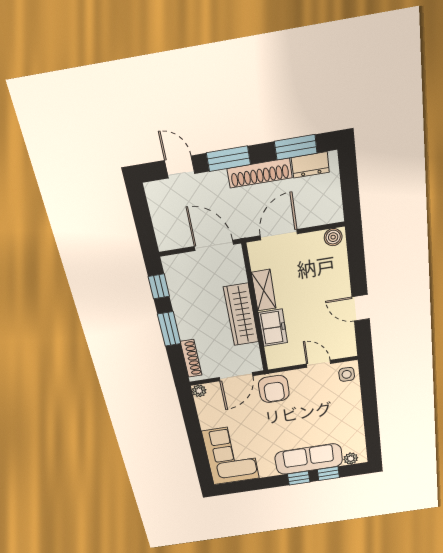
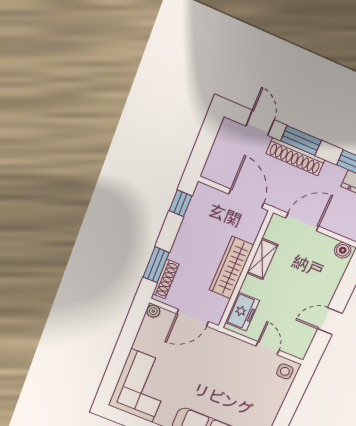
shoe rack: (260, 173) -> (295, 157), moved
door: (361, 308) -> (330, 321), hinge flipped
freezer: (273, 328) -> (242, 312), moved
window: (169, 329) -> (156, 265), moved
armchair: (274, 389) -> (217, 348), removed

